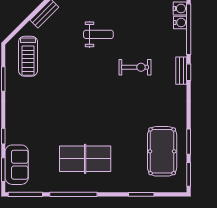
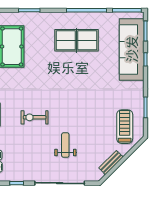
weight bench: (98, 34) -> (65, 145), turned 90
sofa: (17, 165) -> (132, 49), width x1.85, depth x1.27

